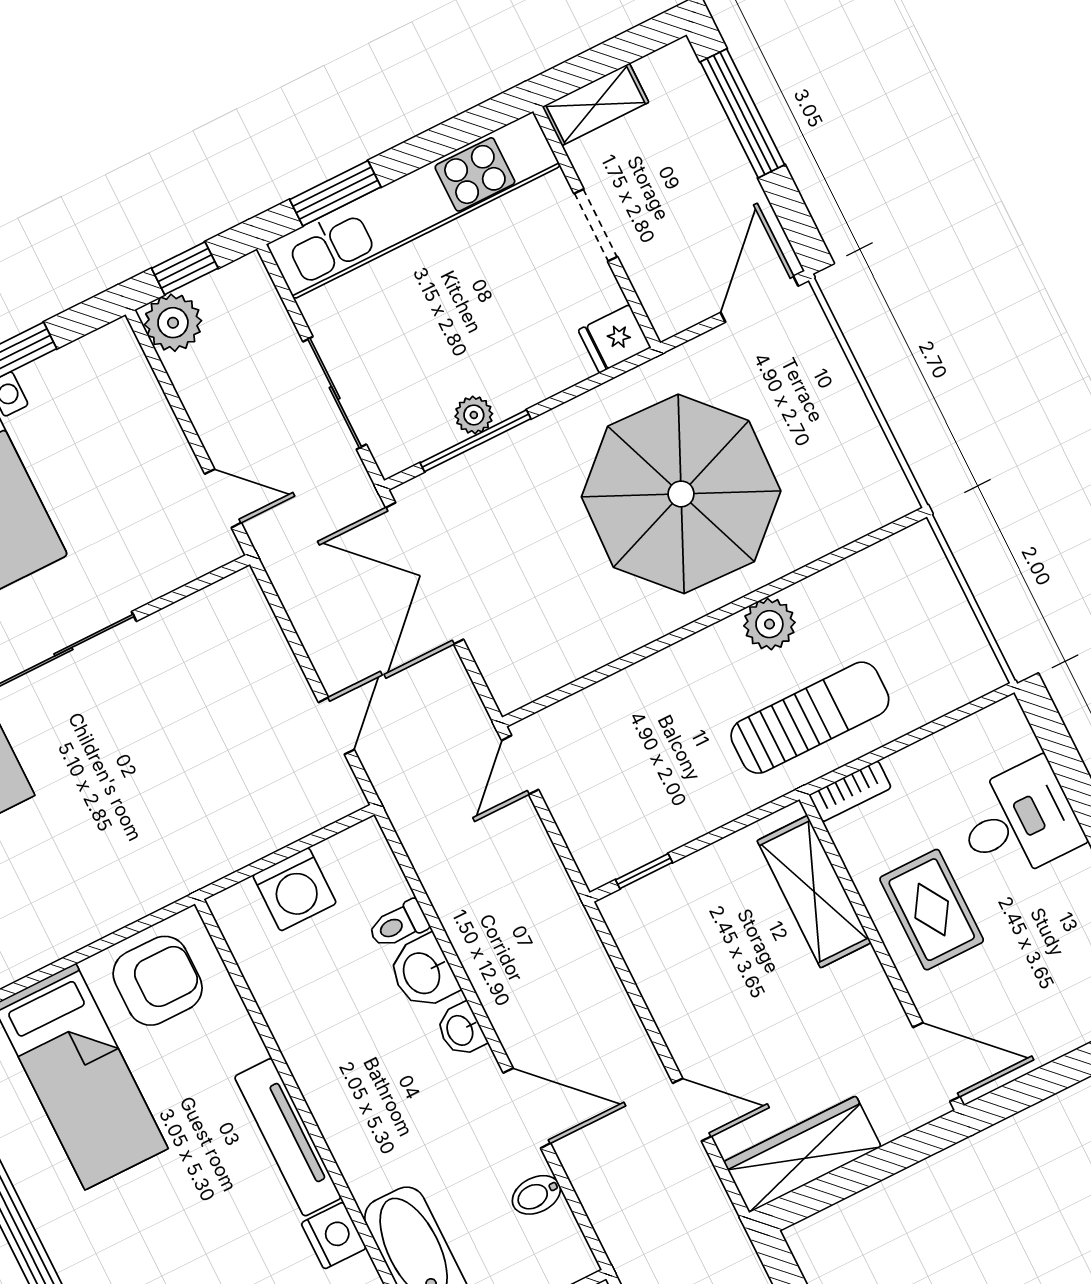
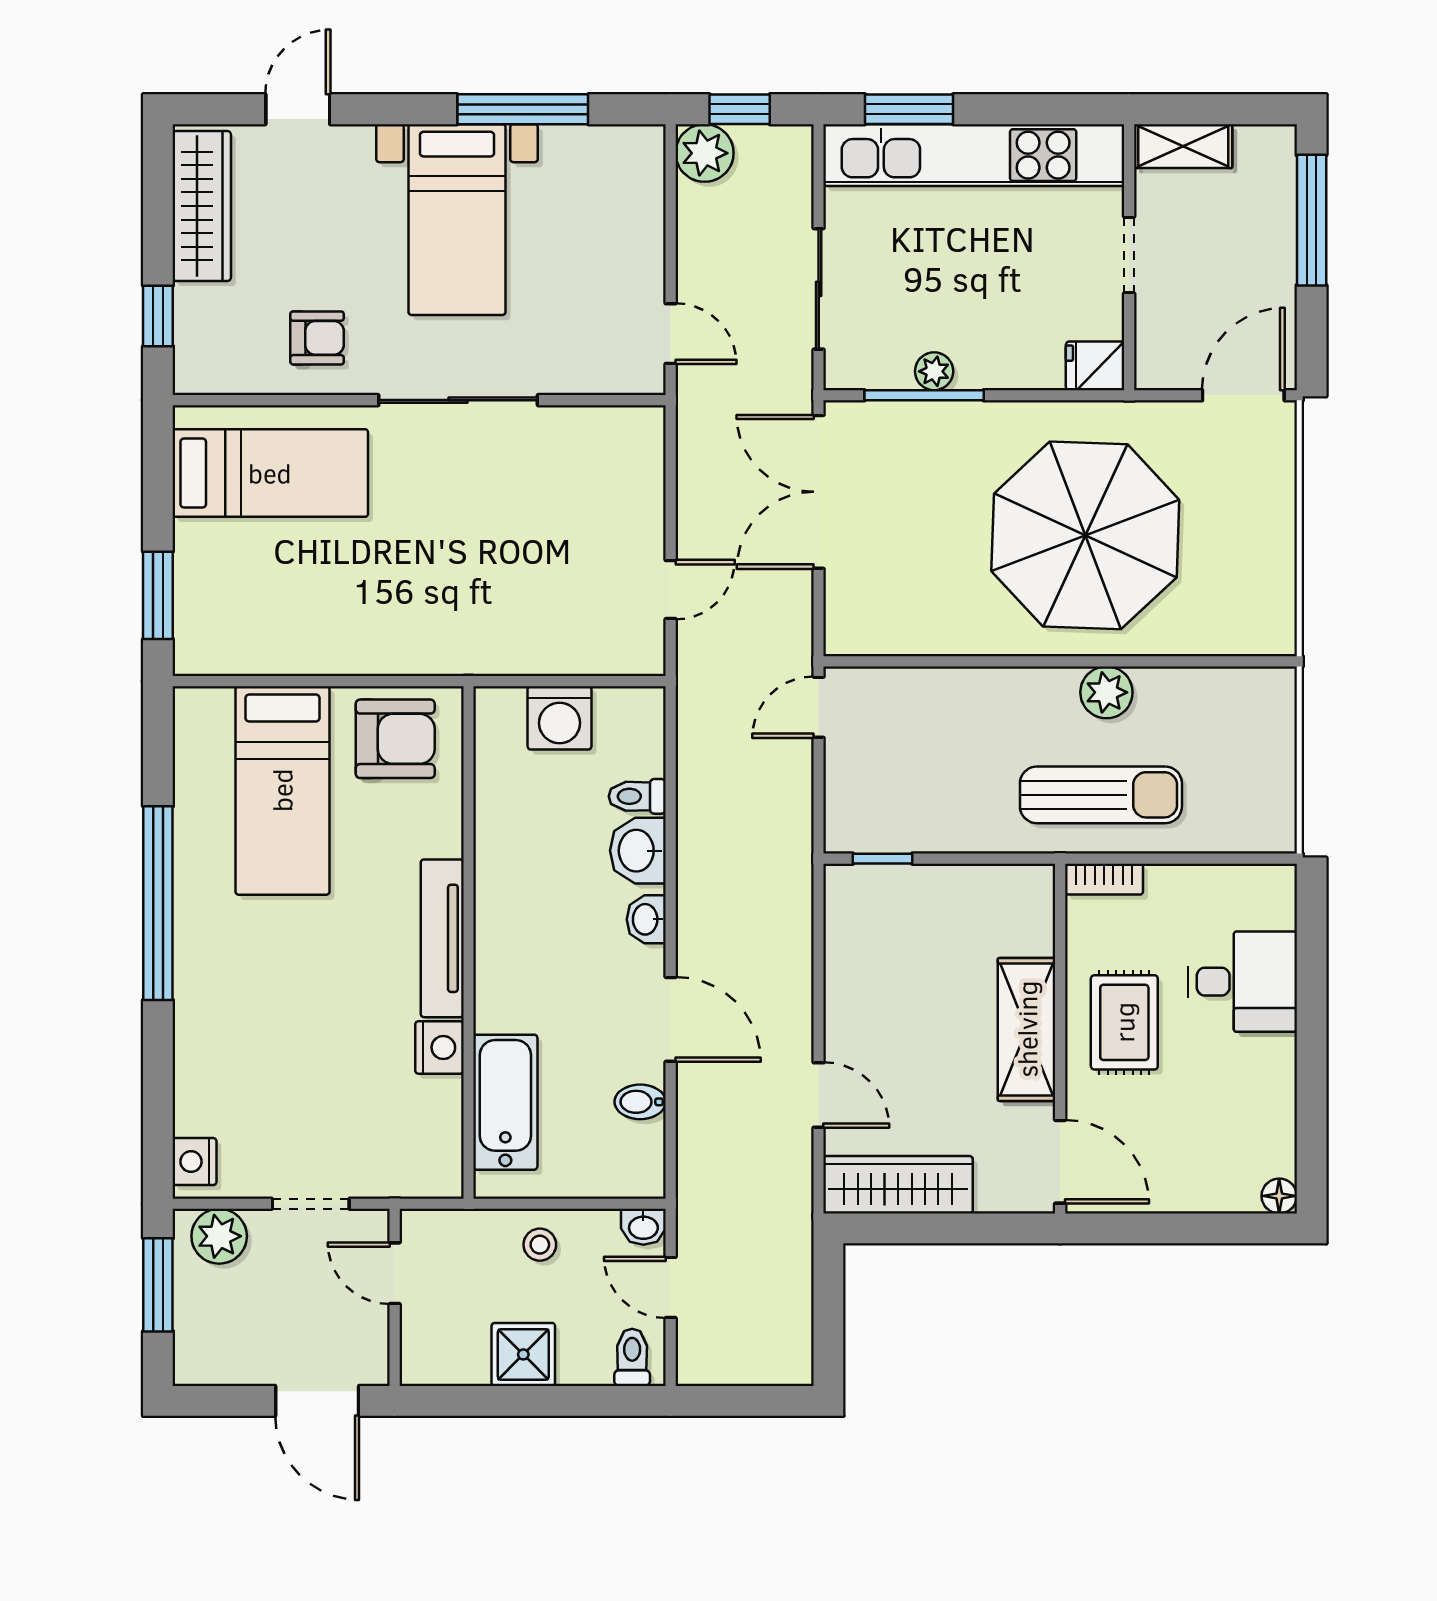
shelving: (814, 892) -> (1027, 1029), moved

